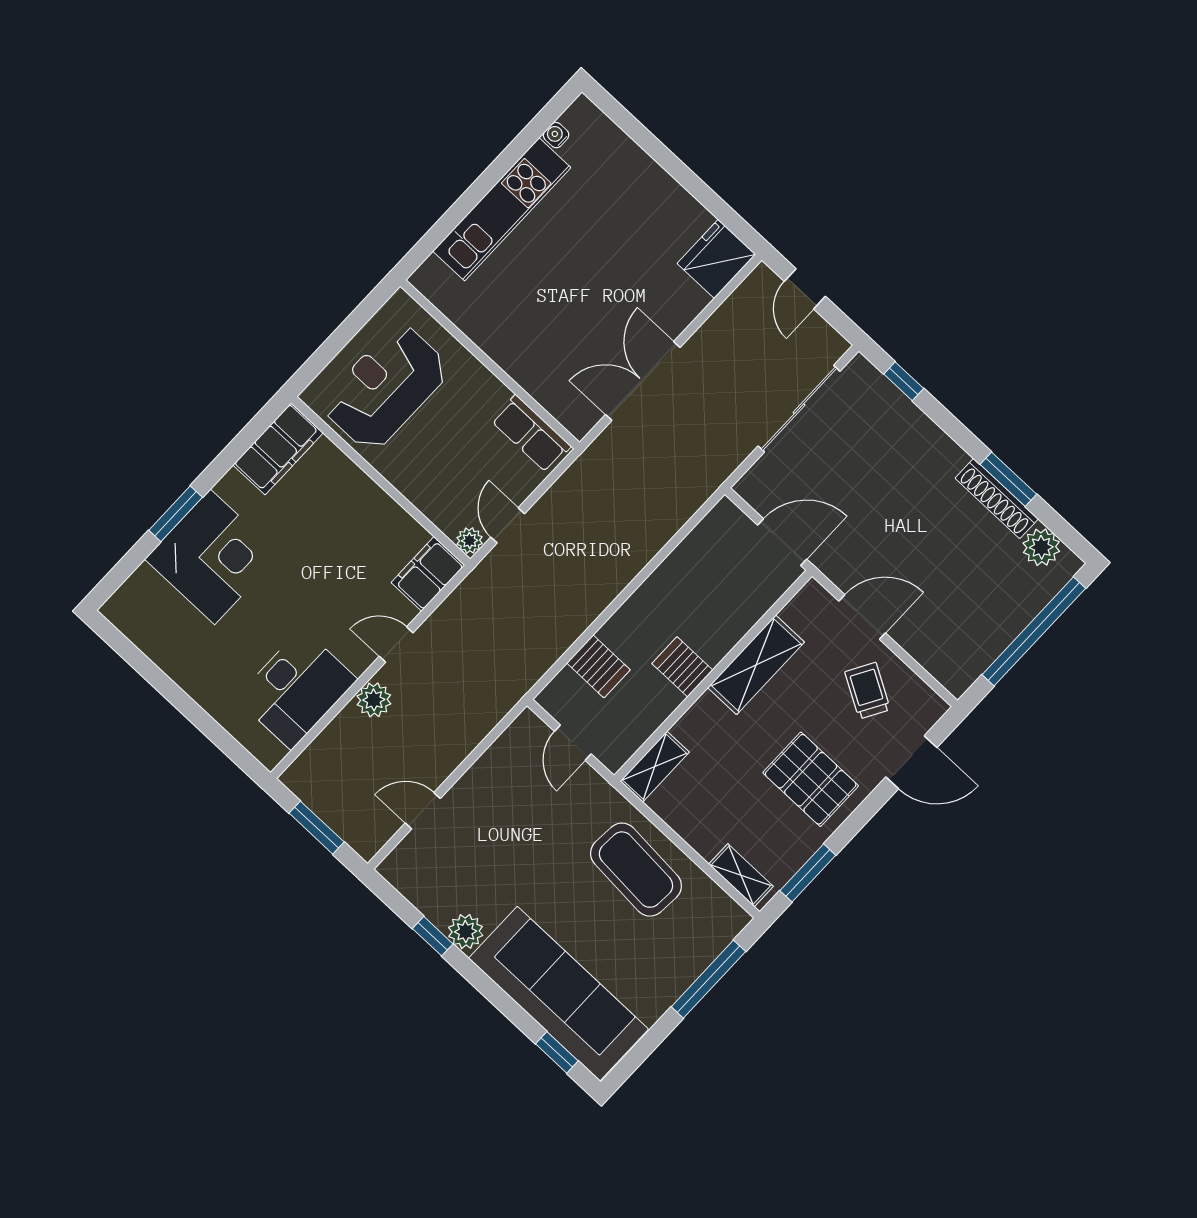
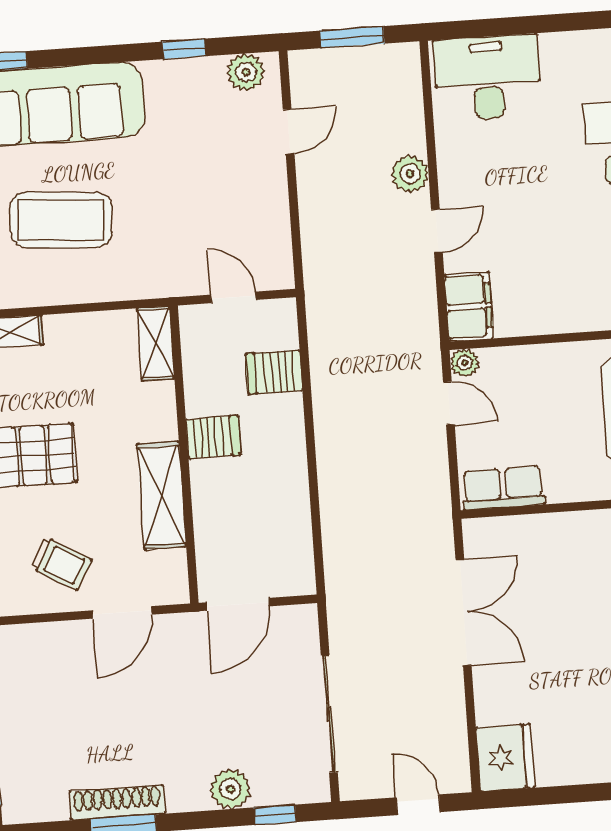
plant: (1041, 547) -> (230, 789), moved
desk: (297, 689) -> (488, 77), moved, turned 90
coffee table: (636, 870) -> (61, 220), moved
plant: (466, 931) -> (246, 72), moved

